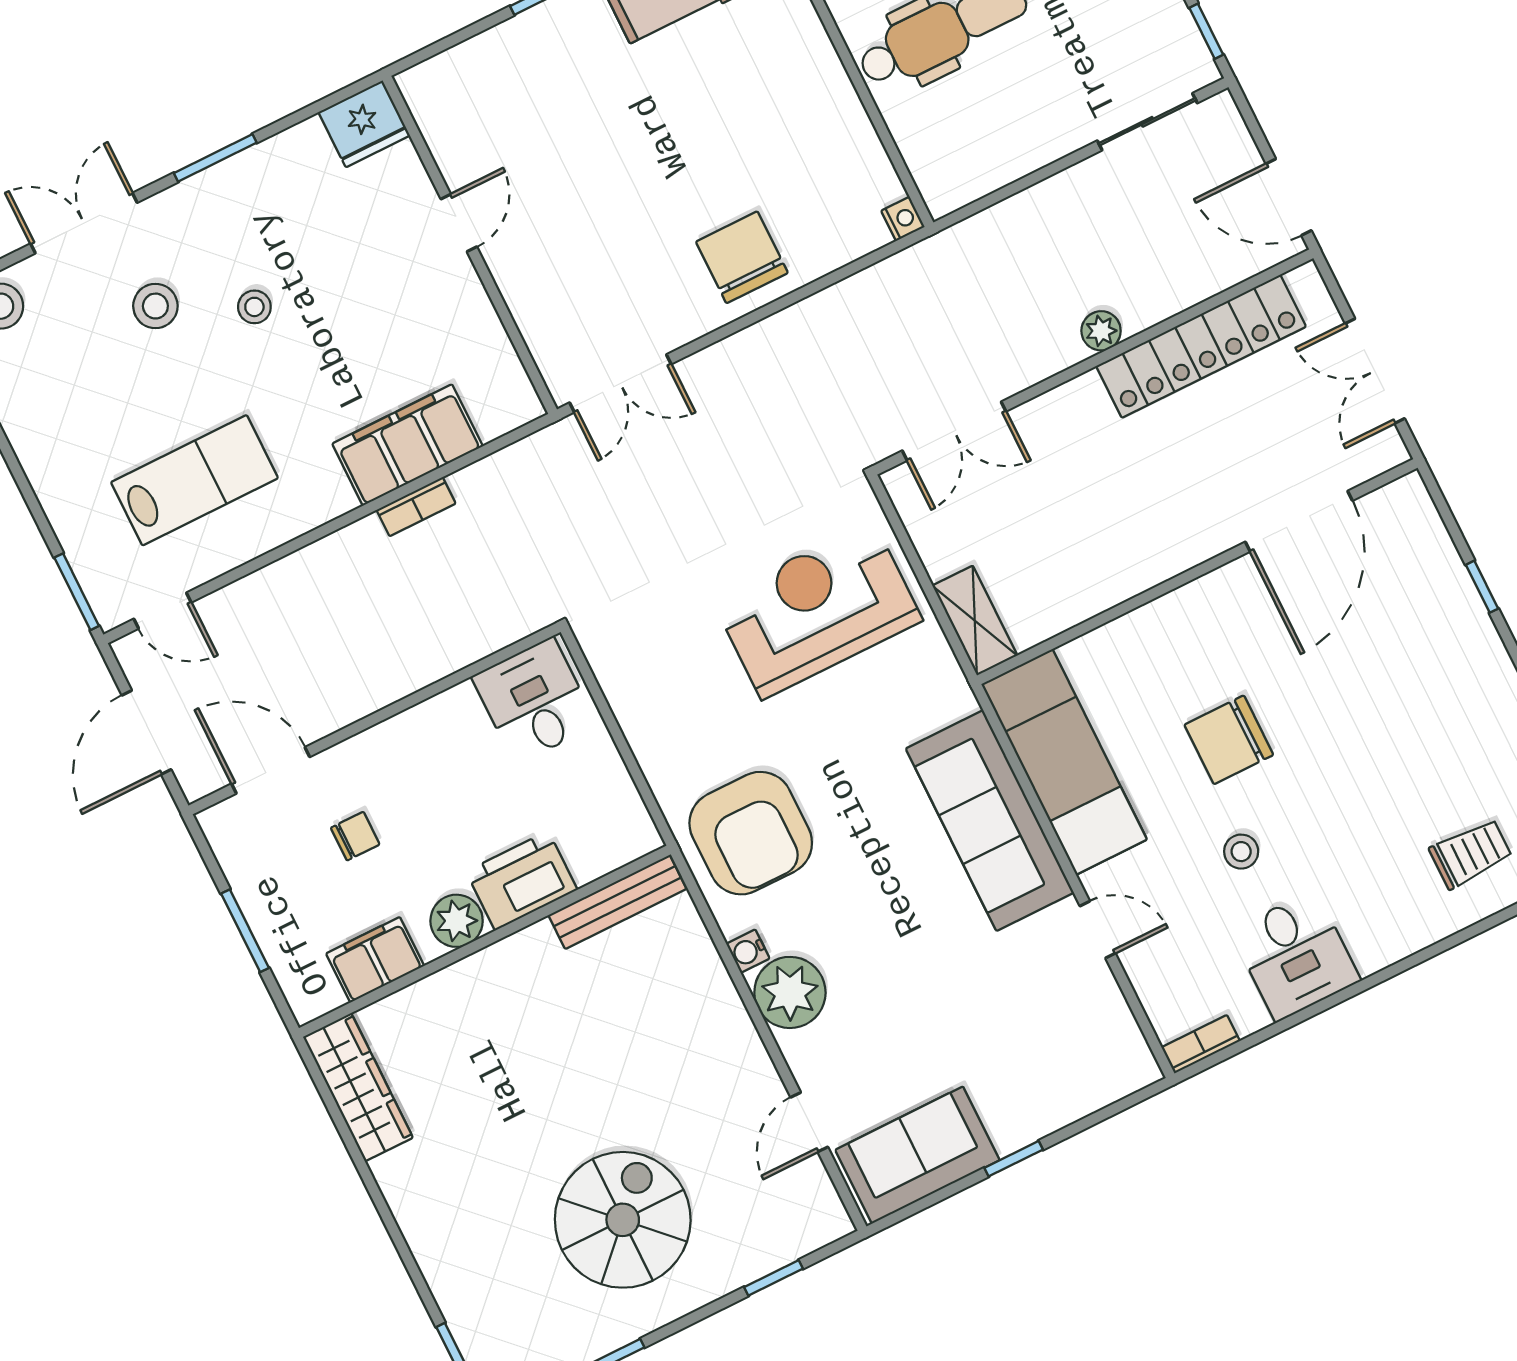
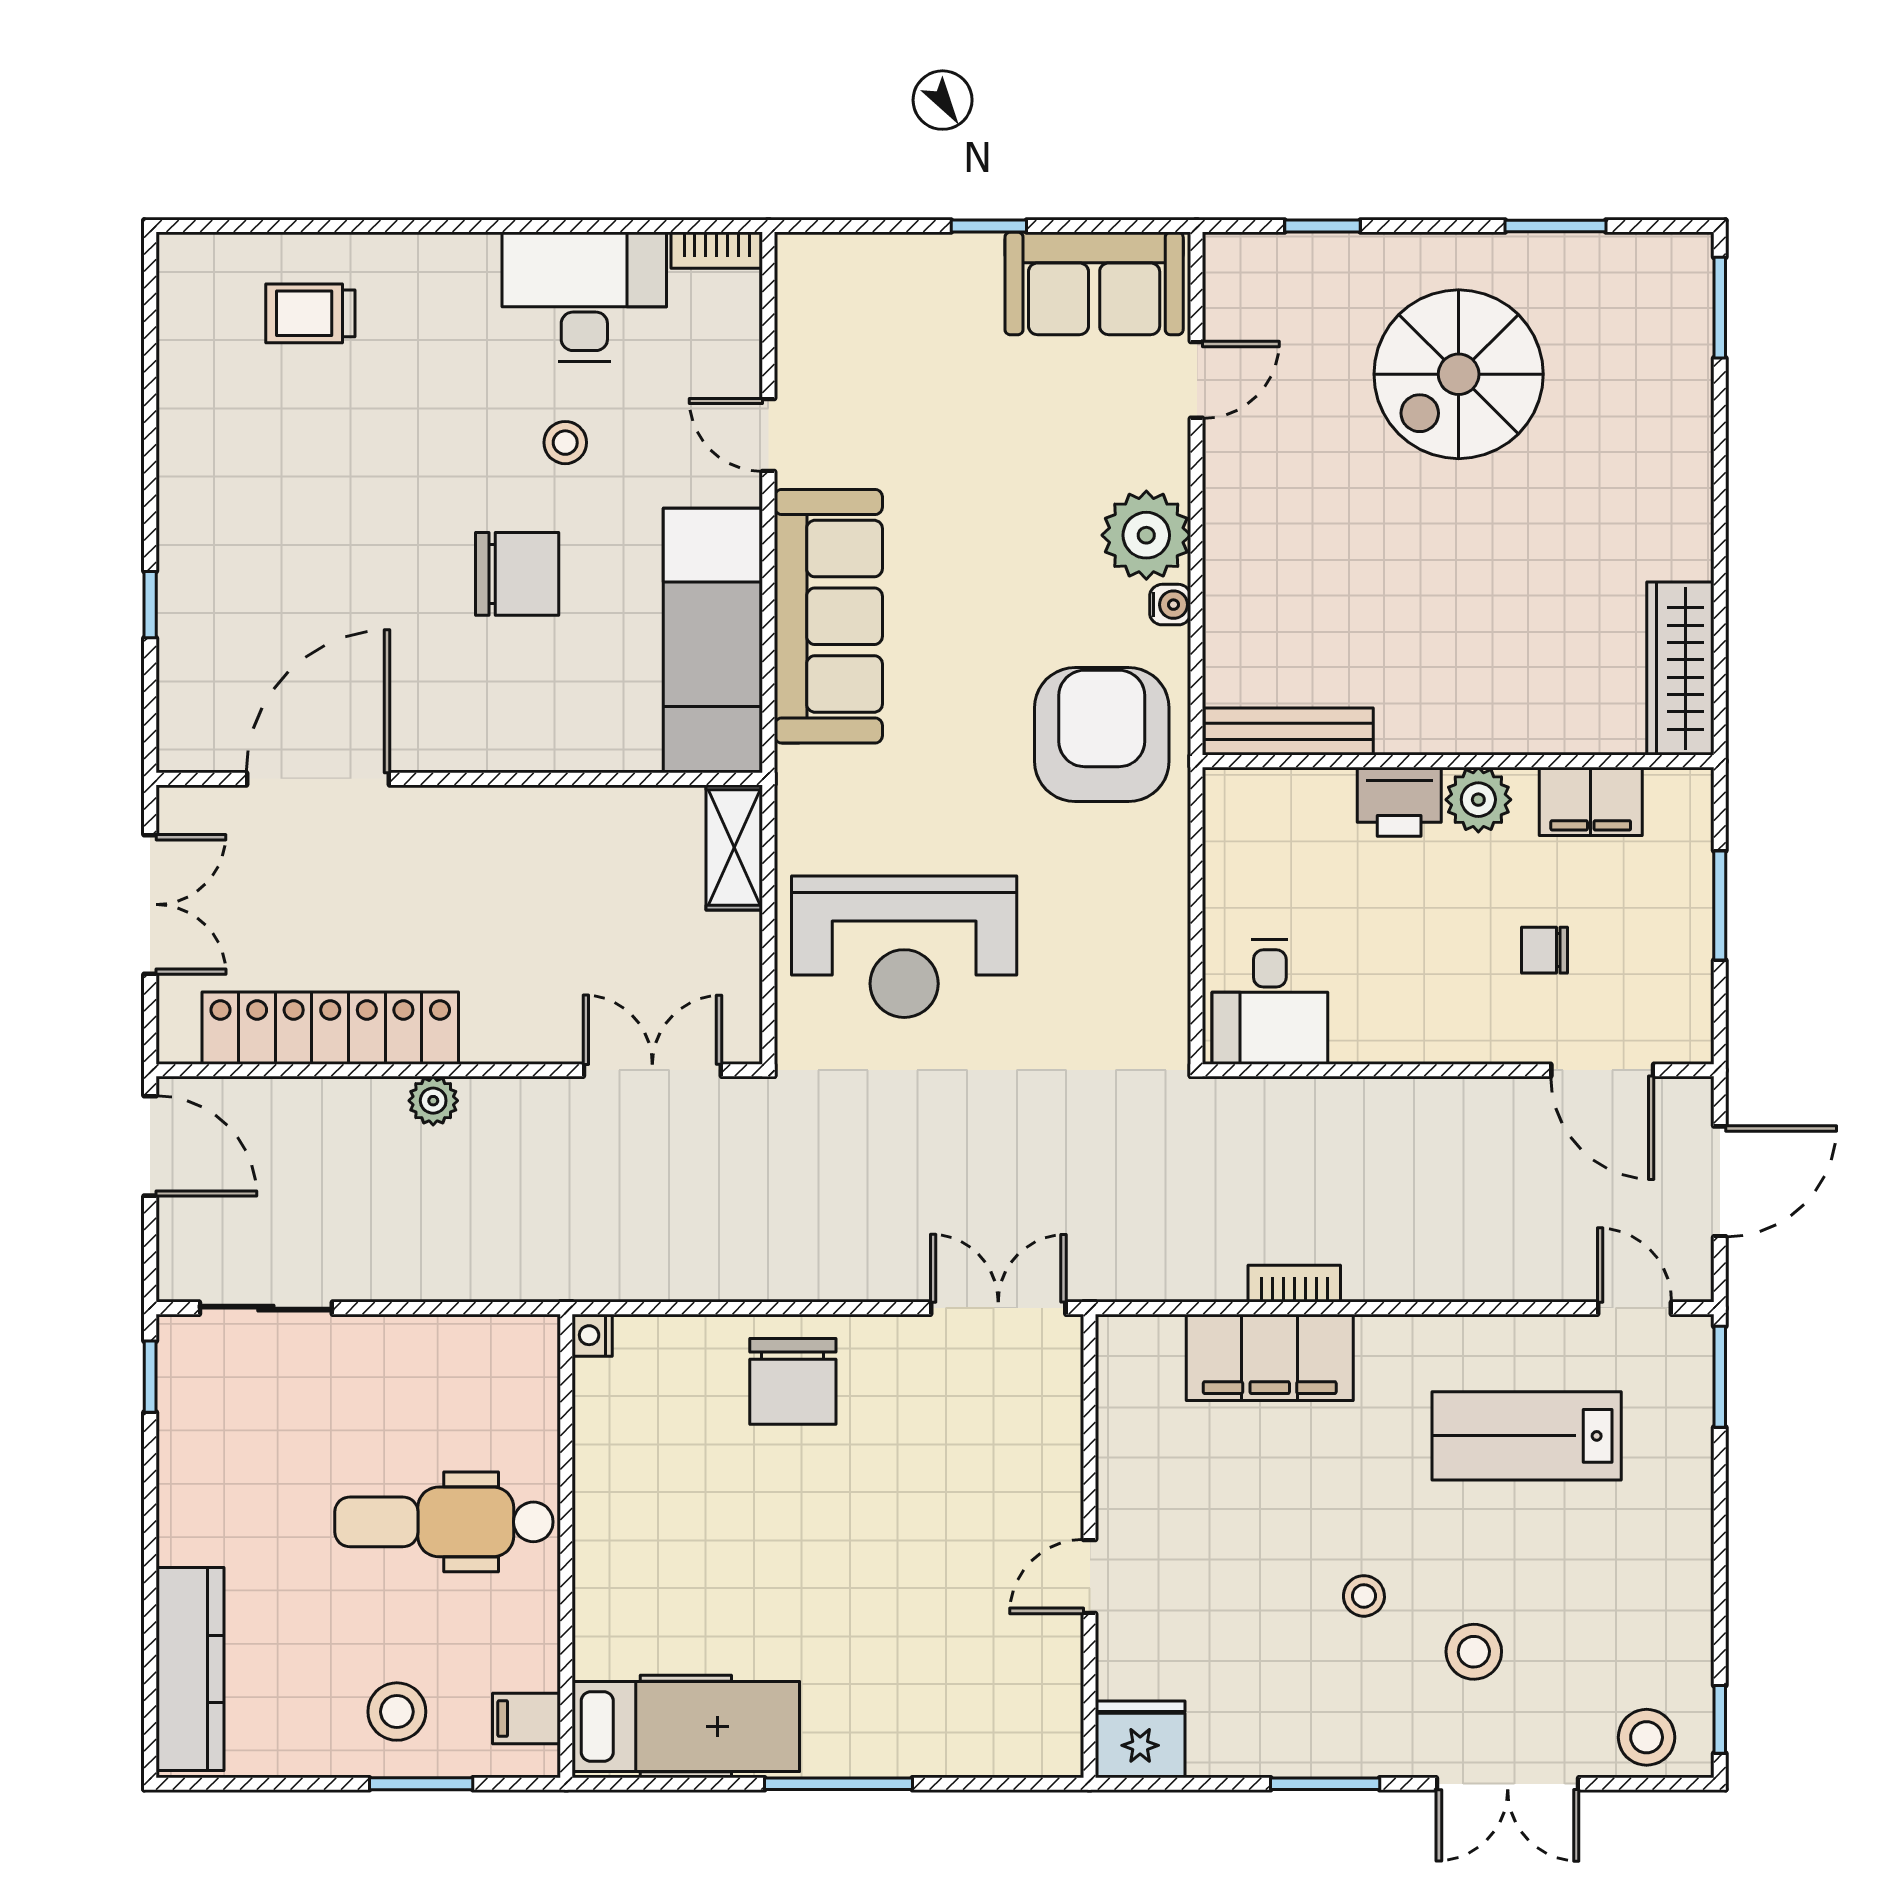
printer: (522, 881) -> (1399, 802), width x0.73, depth x0.84
desk: (1296, 956) -> (584, 296), width x1.37

